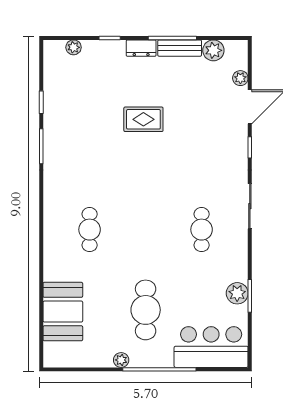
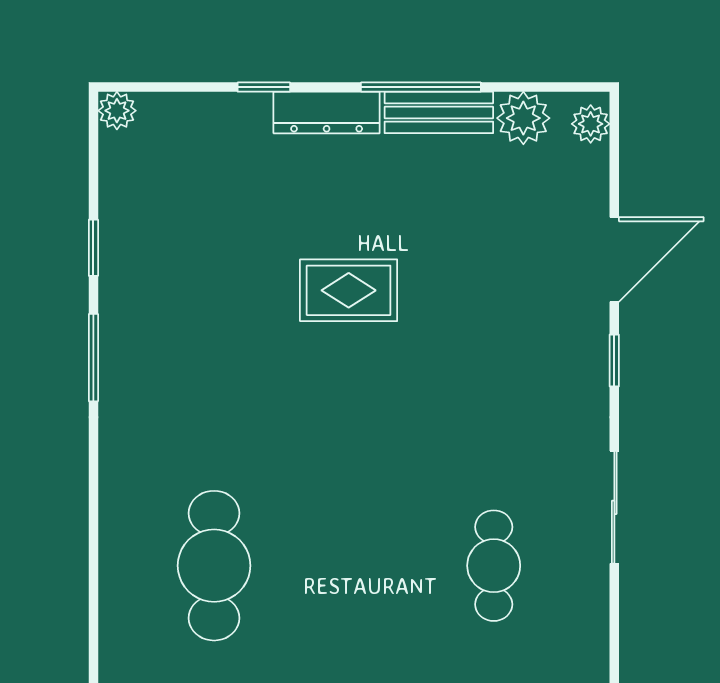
plant: (74, 47) -> (117, 111), moved
dresser: (141, 48) -> (327, 113), width x1.44
plant: (240, 78) -> (591, 124), moved
cafe table: (90, 230) -> (214, 566), width x1.37, depth x1.35

